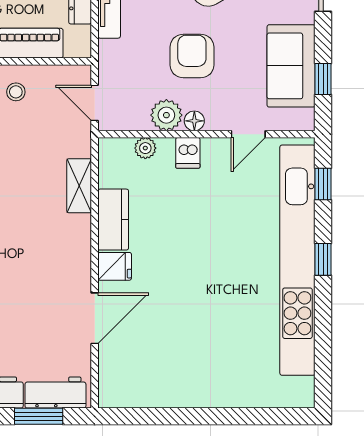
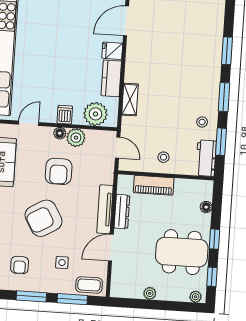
plant: (145, 148) -> (96, 114), width x1.88, depth x1.88

